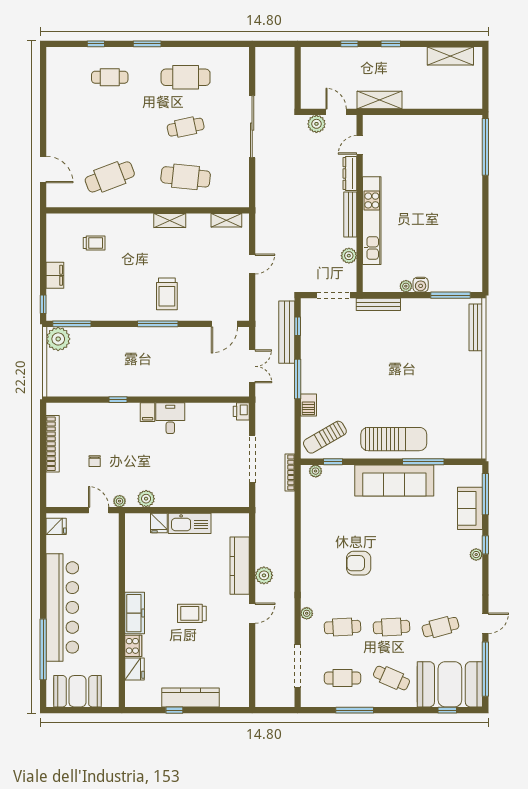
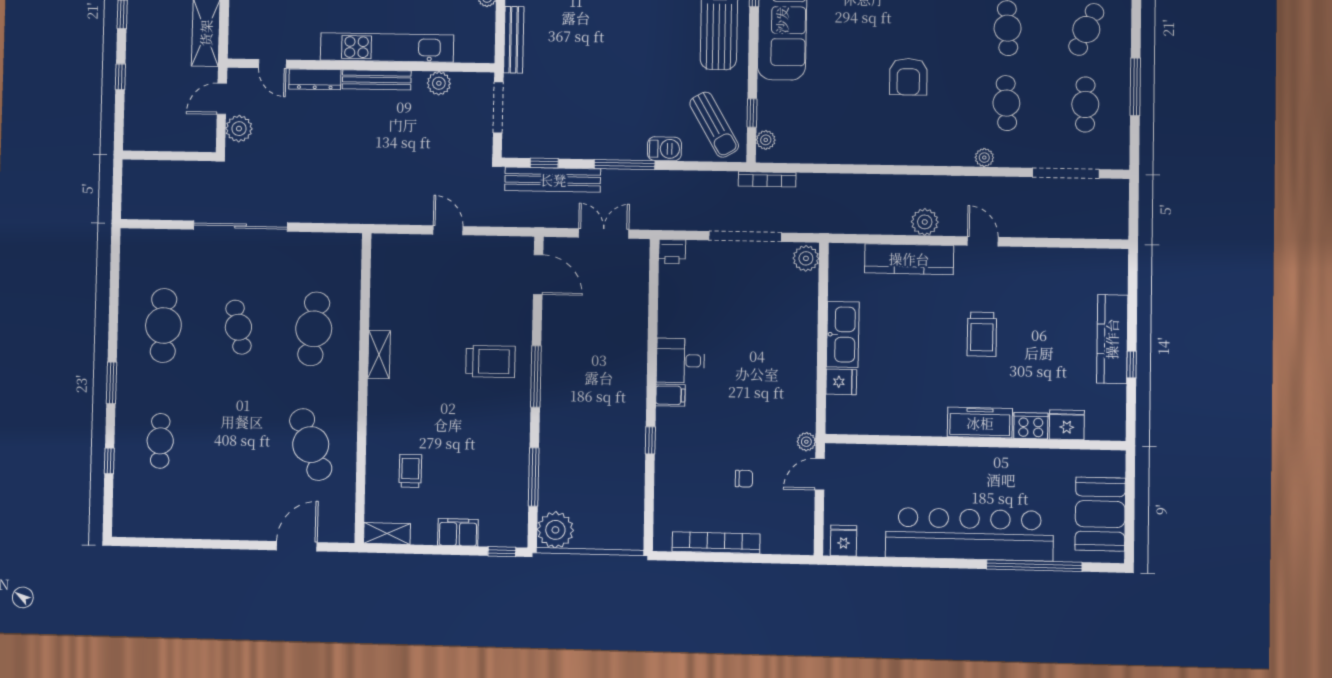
shelving: (226, 220) -> (387, 533), moved, turned 90
window: (72, 324) -> (534, 477), moved
plant: (146, 499) -> (806, 258), moved

